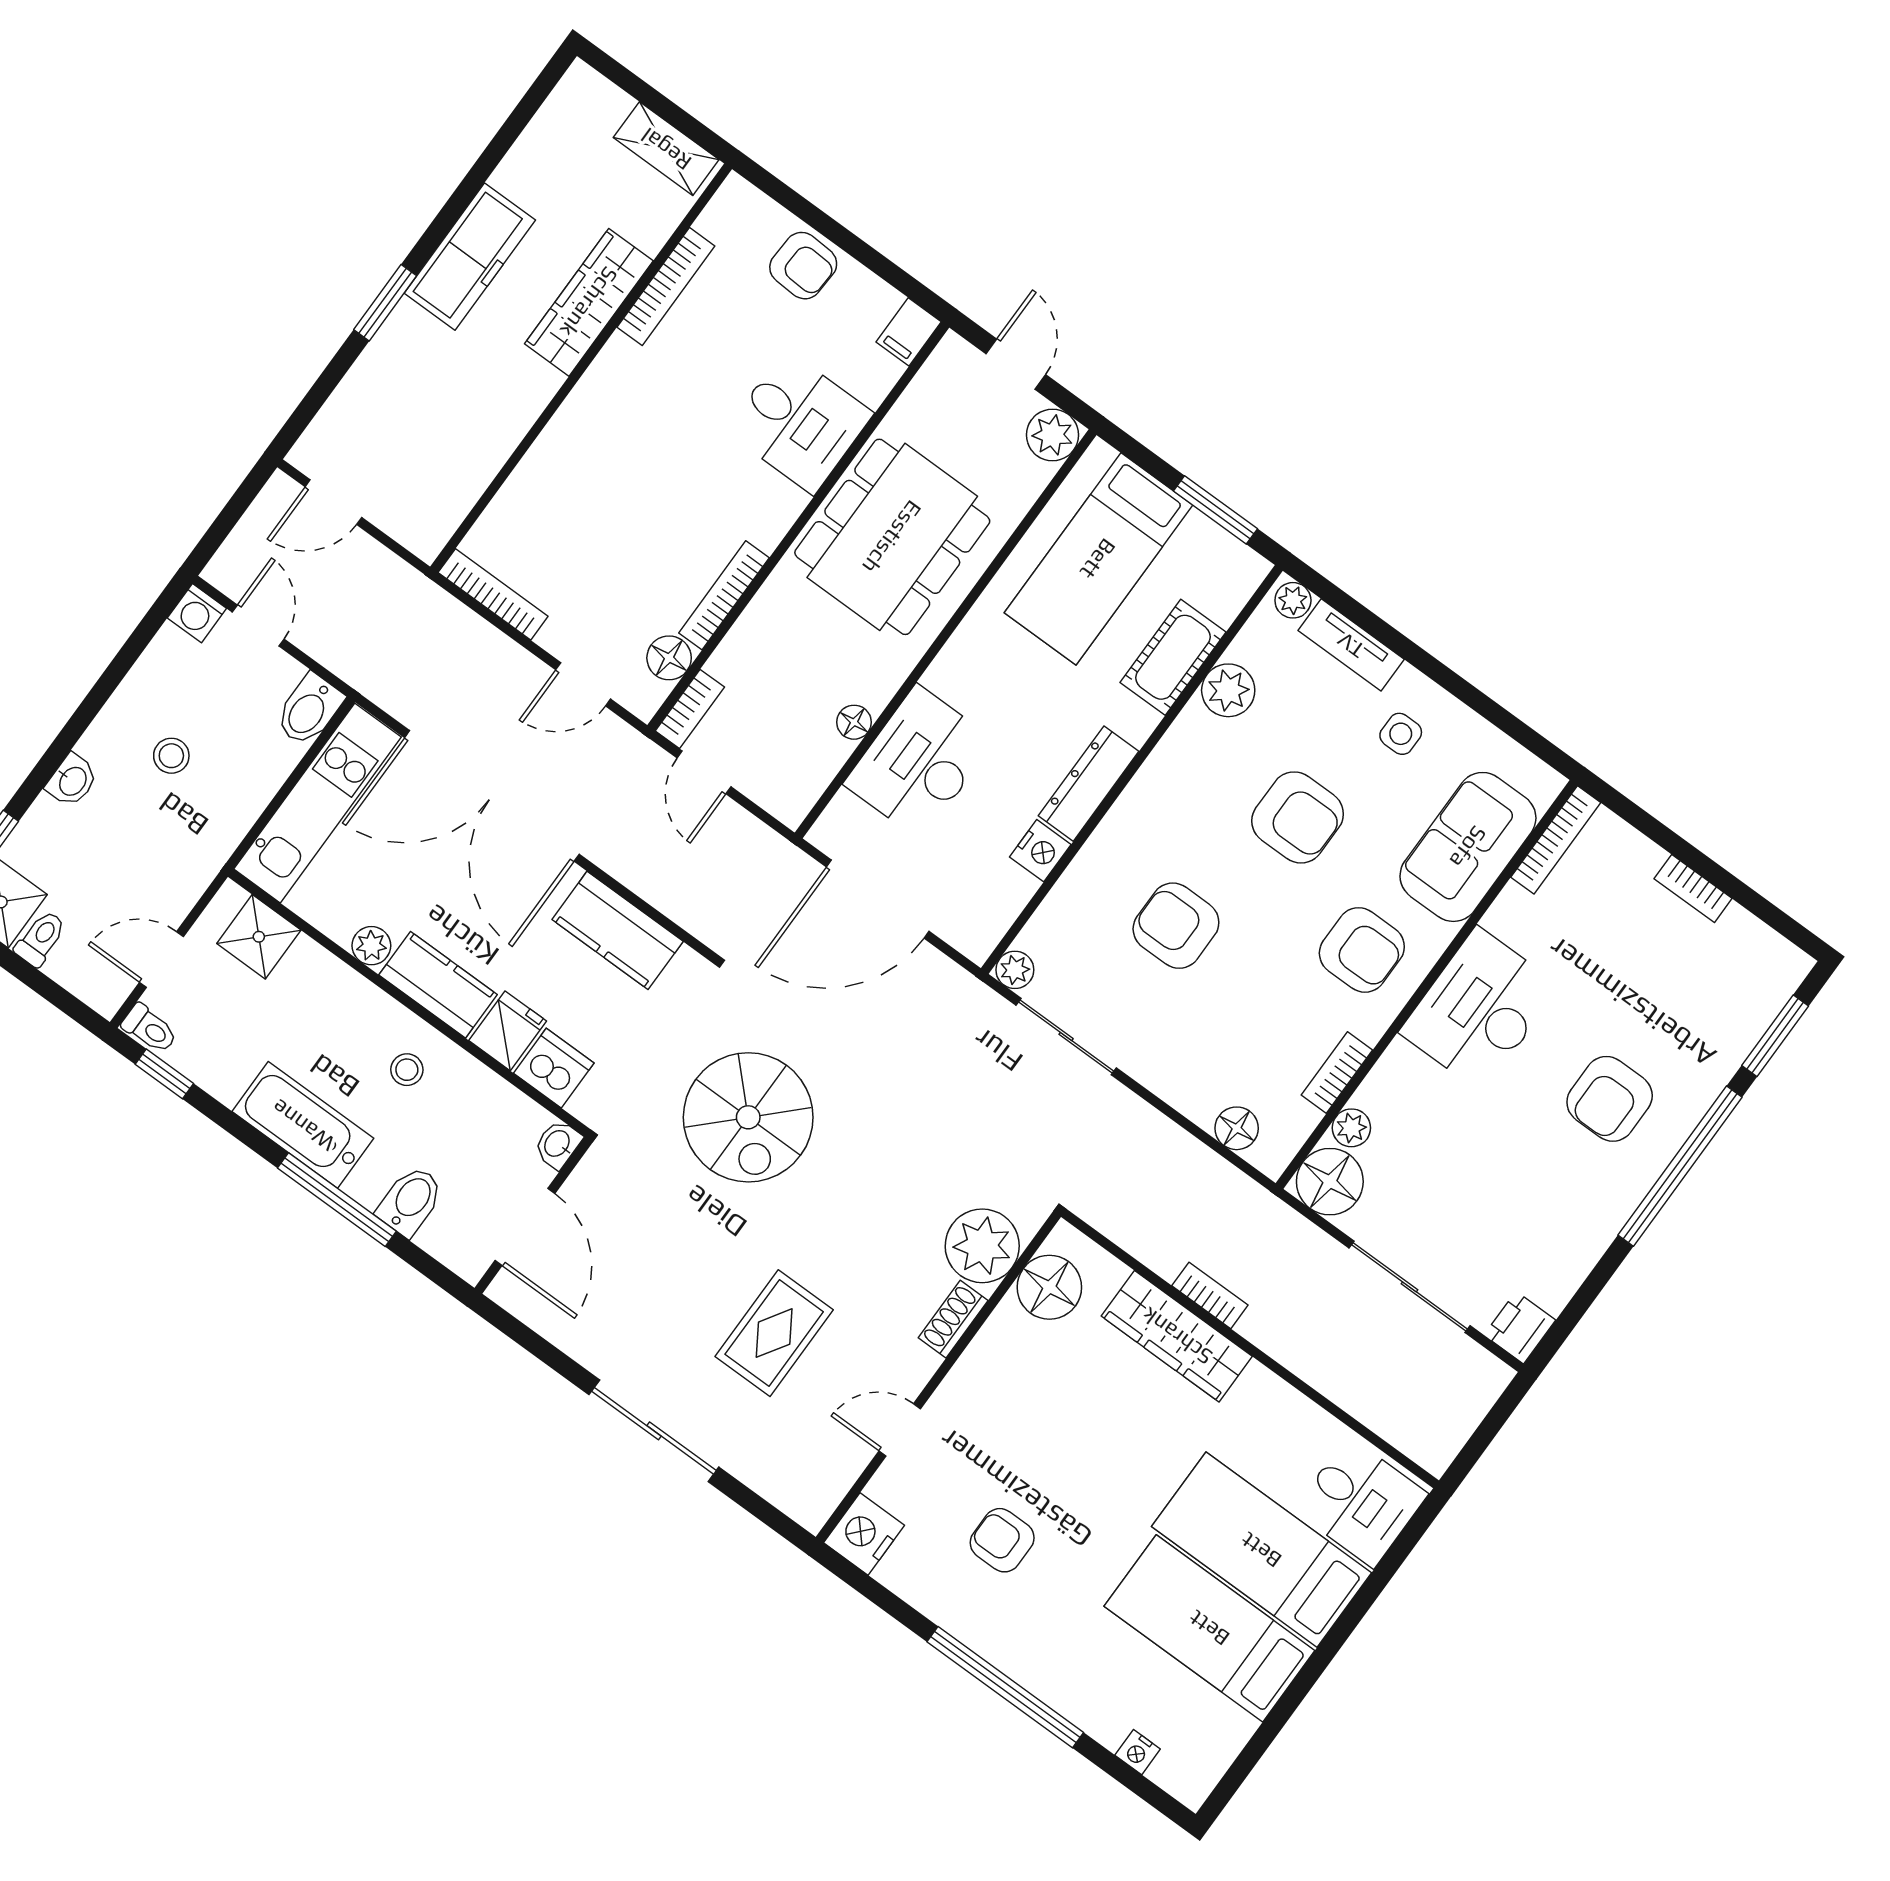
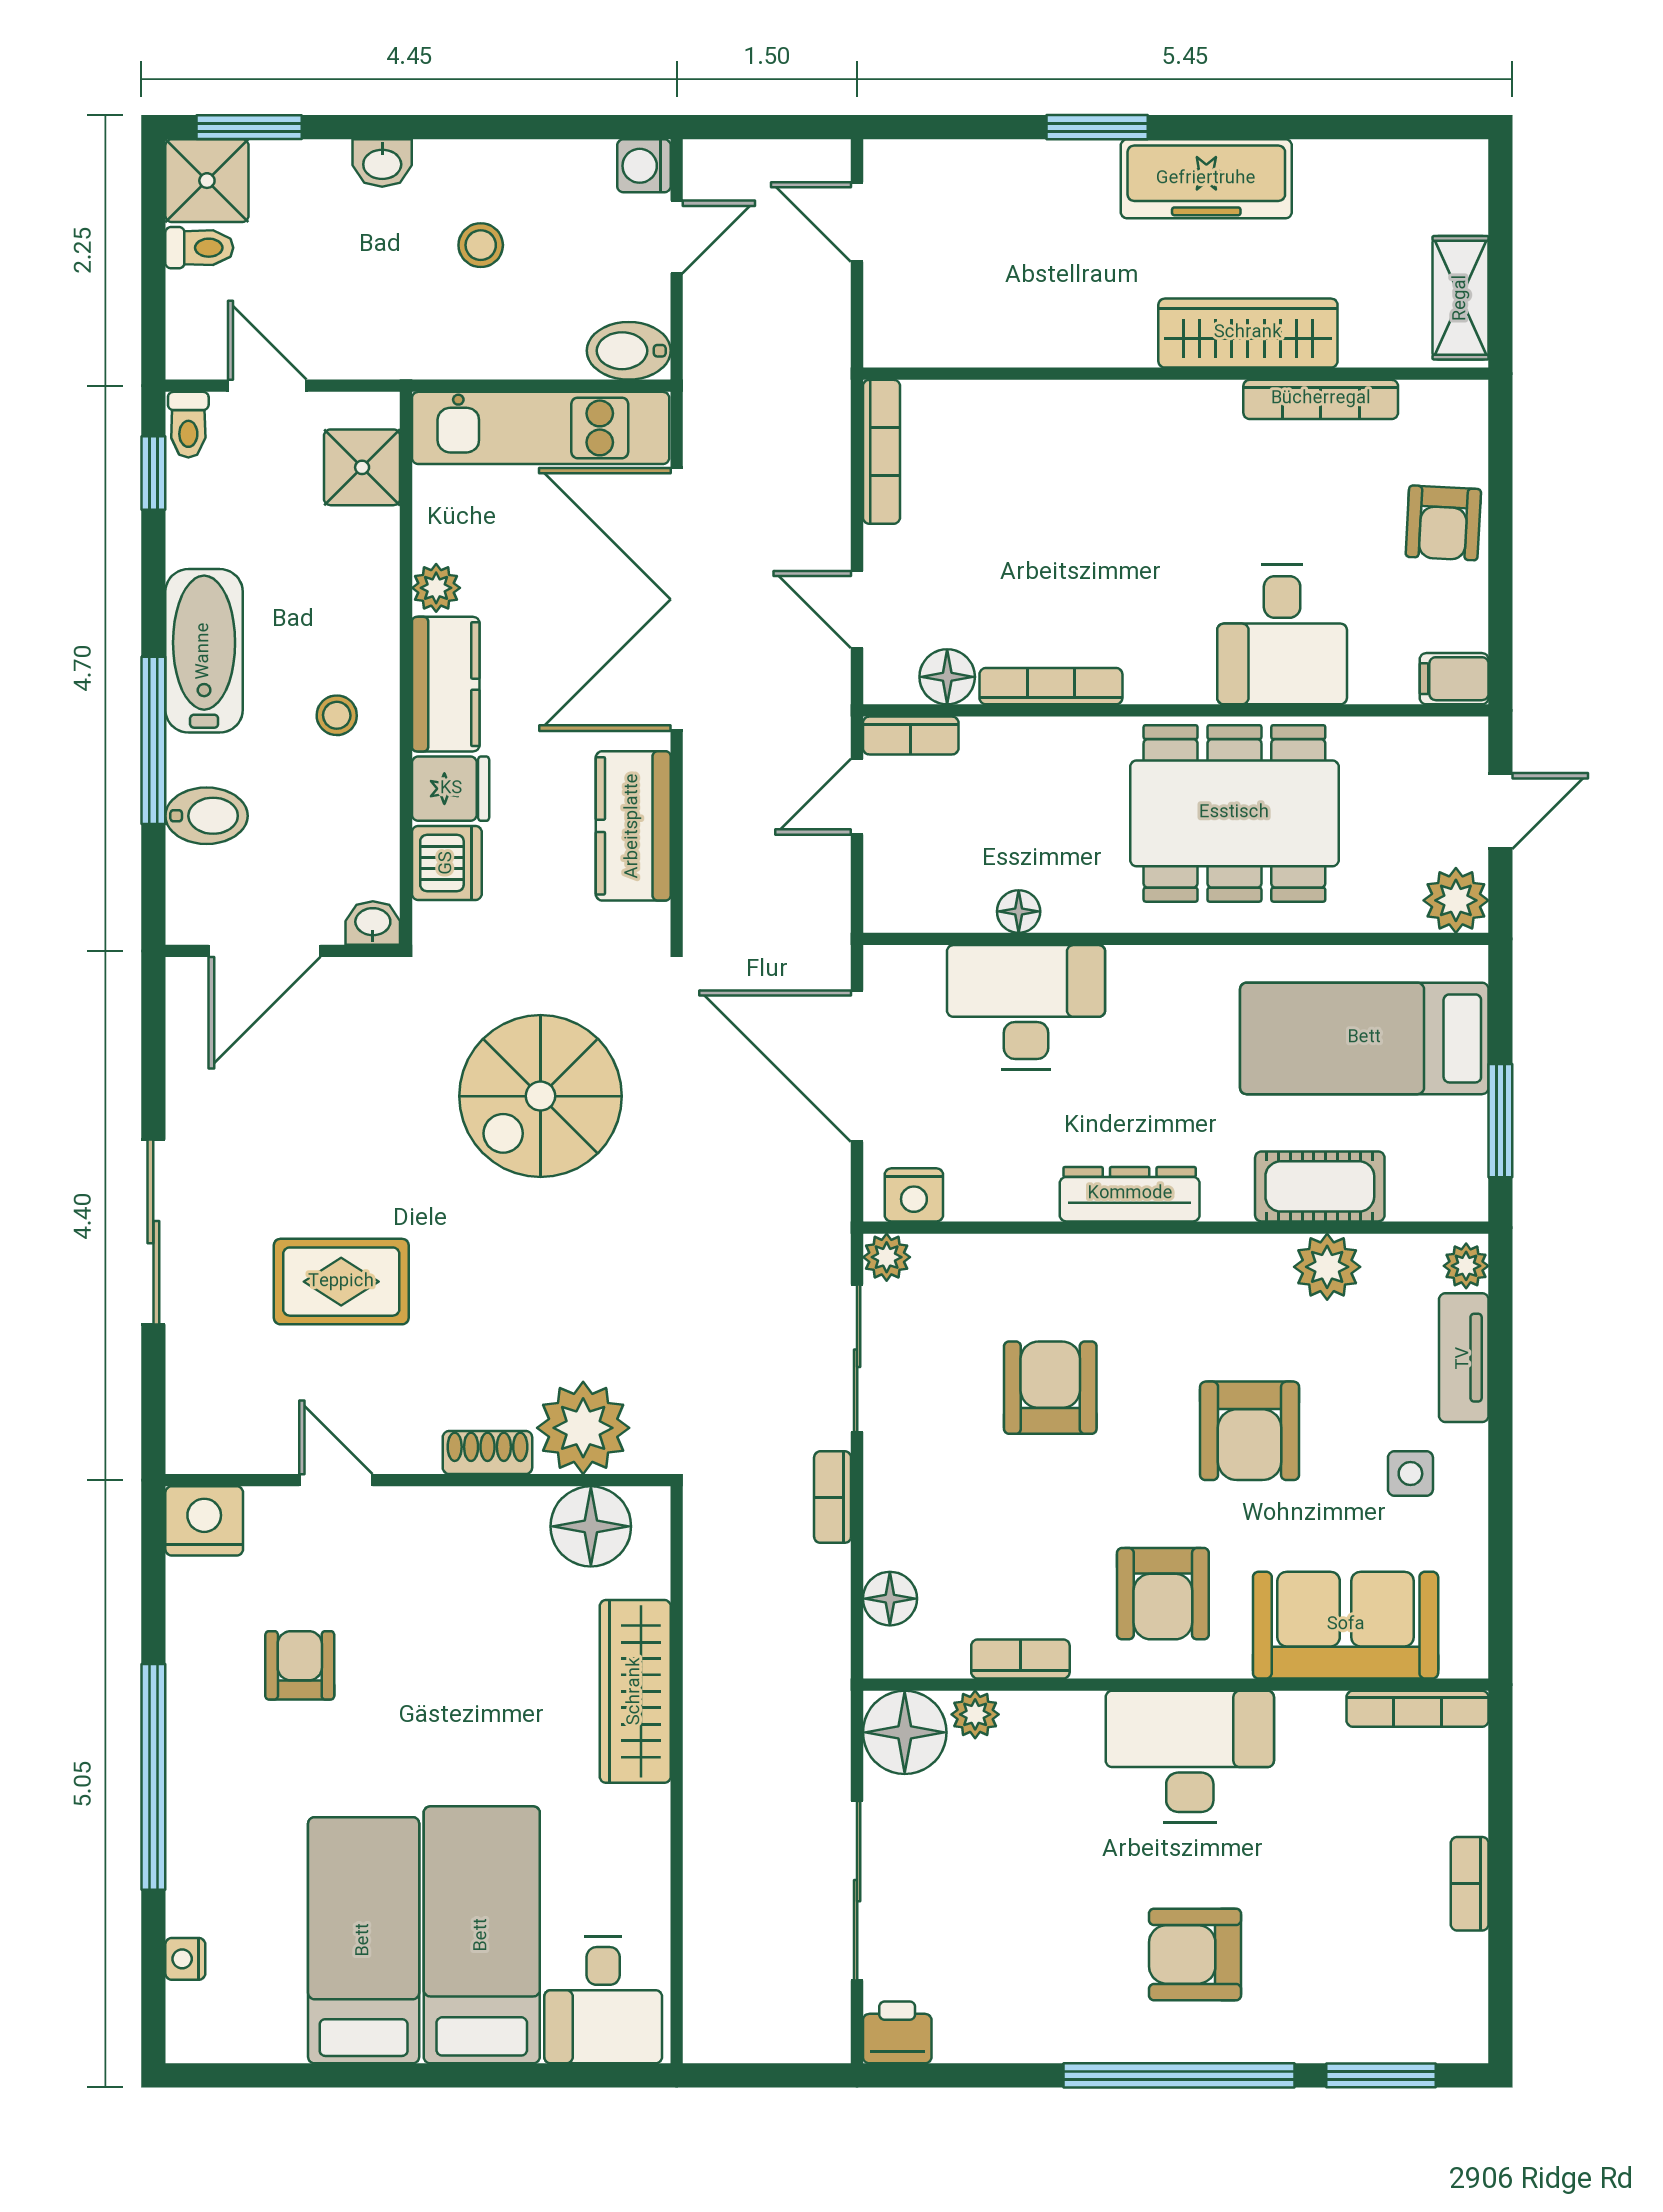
nightstand: (1040, 851) -> (914, 1195), moved
bookcase: (1210, 1295) -> (833, 1497), moved, turned 180

